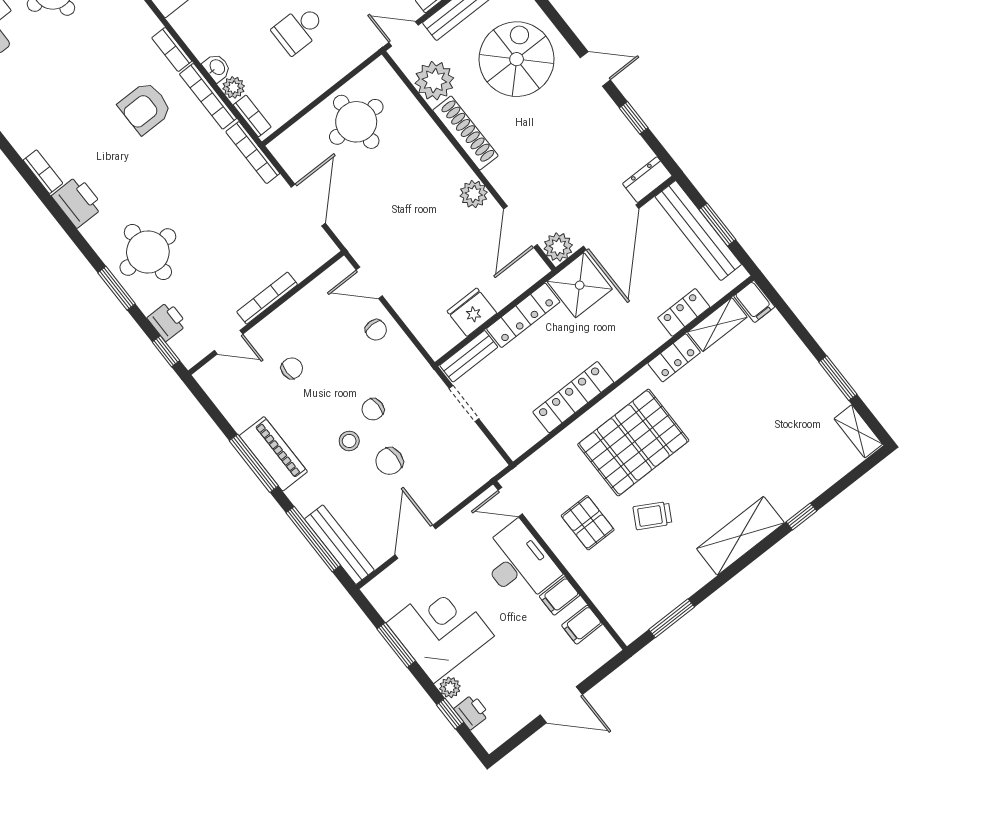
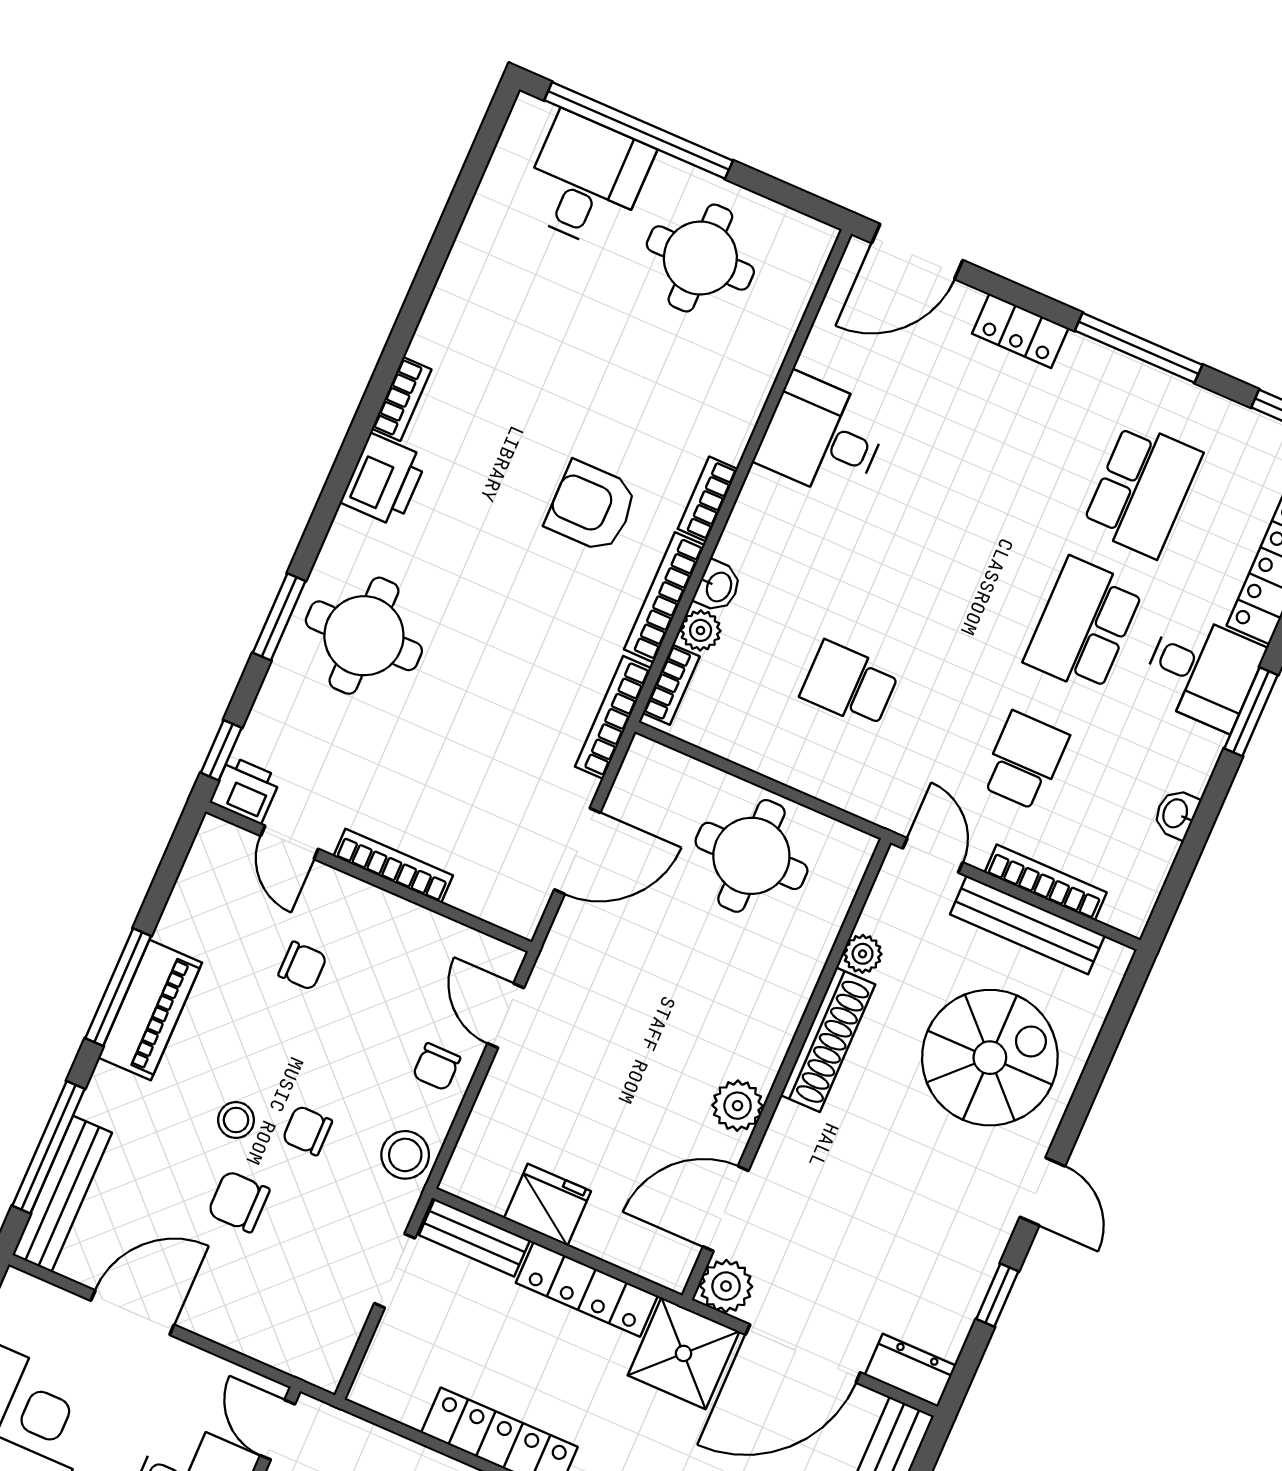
plant: (434, 81) -> (863, 954), width x0.53, depth x0.53
printer: (167, 321) -> (245, 790), moved, turned -90
stool: (410, 368) -> (405, 1155), added

